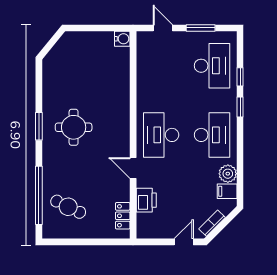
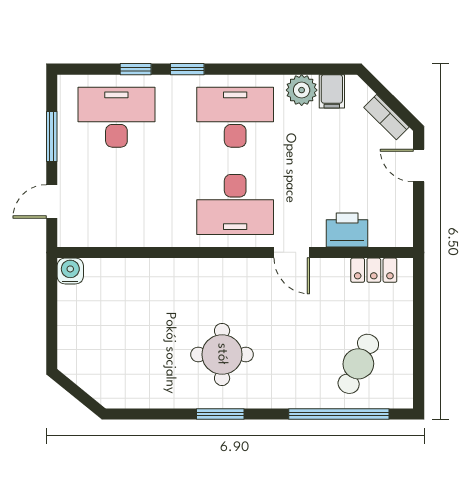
door: (133, 168) -> (292, 252), hinge flipped

